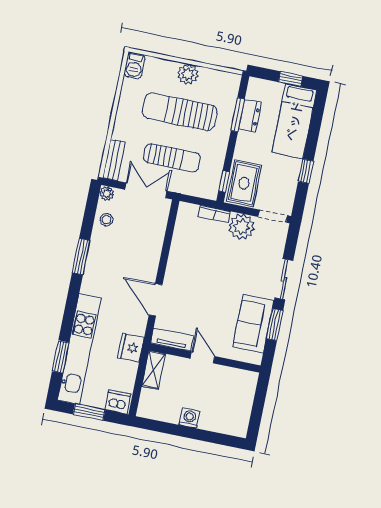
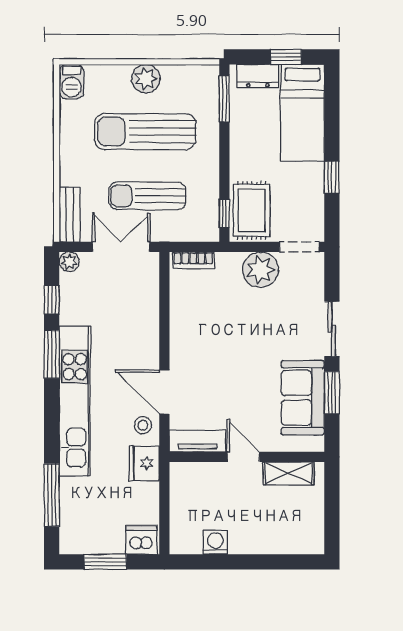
window: (238, 115) -> (224, 99), moved
dresser: (250, 116) -> (258, 76), moved, turned 90
sun lounger: (172, 158) -> (147, 196), turned 180
bookcase: (214, 214) -> (193, 260), moved
window: (89, 218) -> (52, 300), added
stool: (106, 220) -> (143, 425), moved
kitchen unit: (79, 349) -> (75, 401), moved
window: (61, 357) -> (52, 495), width x1.44
shelving: (153, 370) -> (289, 473), moved, turned 90
washing machine: (189, 418) -> (215, 542), moved

